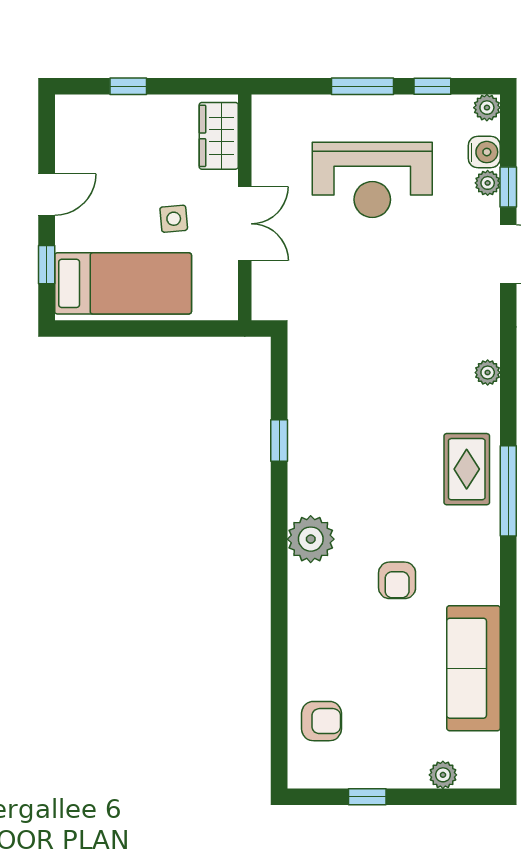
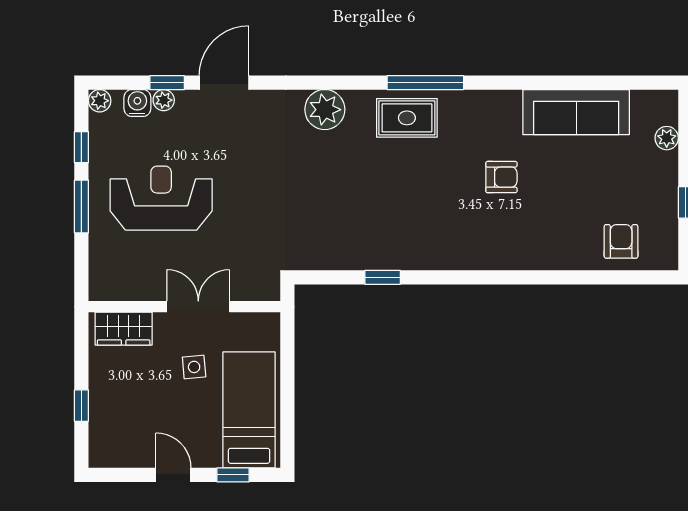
reception desk: (372, 180) -> (161, 198), turned -90
plant: (488, 373) -> (325, 110), width x1.87, depth x1.87
plant: (311, 539) -> (466, 250), removed

